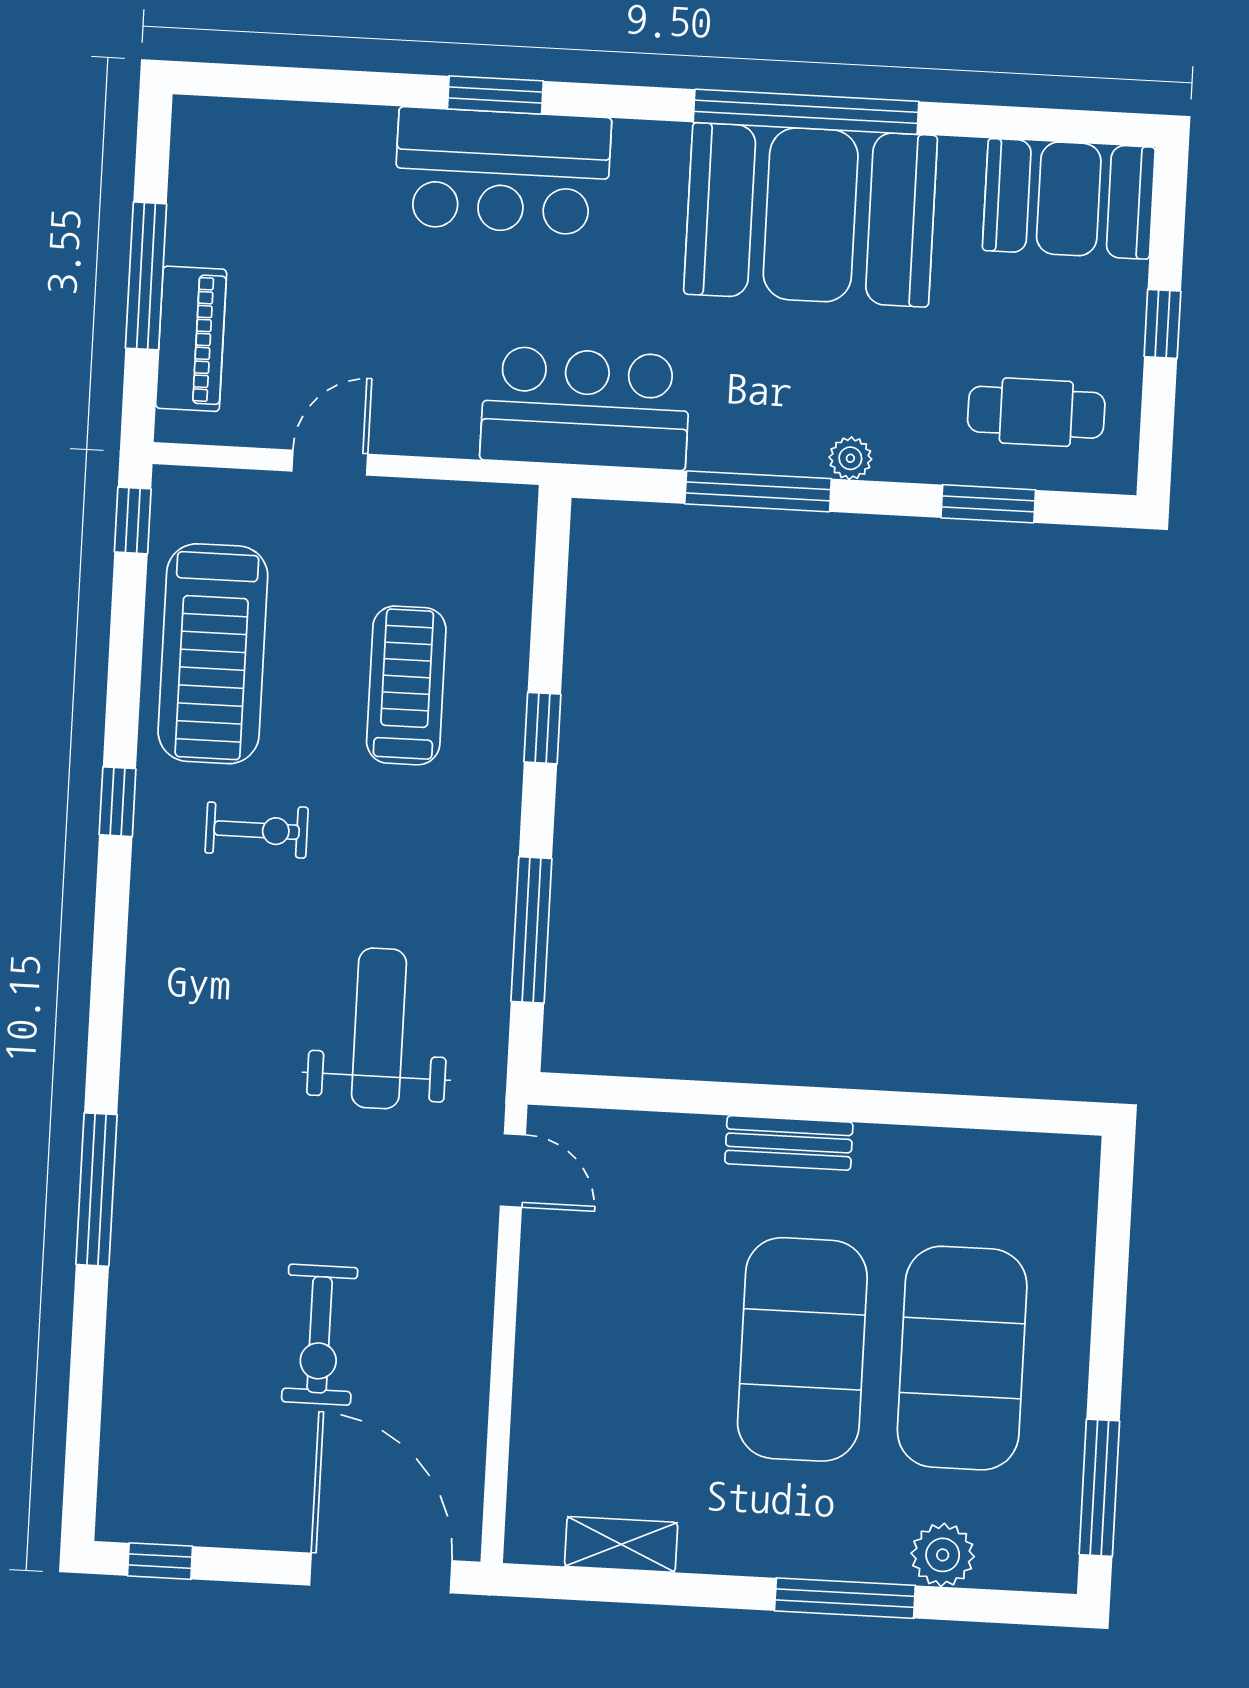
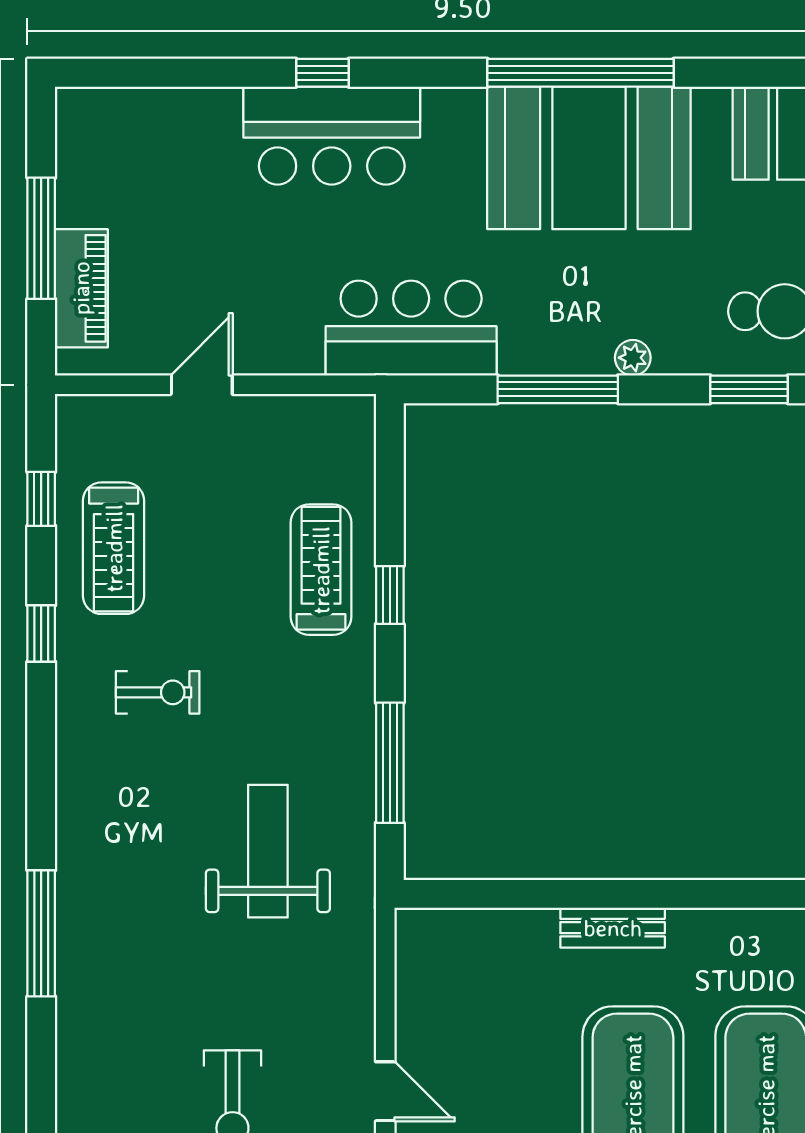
window: (495, 95) -> (322, 73), width x0.67
window: (133, 520) -> (41, 499), moved
treadmill: (213, 654) -> (114, 548), width x0.73, depth x0.73
treadmill: (406, 685) -> (321, 570), moved
window: (118, 802) -> (41, 634), moved
door: (513, 1171) -> (385, 1091), moved
window: (97, 1190) -> (41, 933), moved

